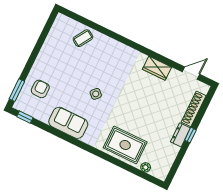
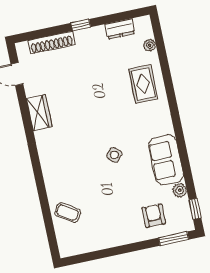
armchair: (40, 89) -> (154, 216), turned 90
plant: (43, 117) -> (180, 190), added
dresser: (180, 135) -> (120, 29), moved
rug: (125, 145) -> (143, 84), width x0.73, depth x0.70

